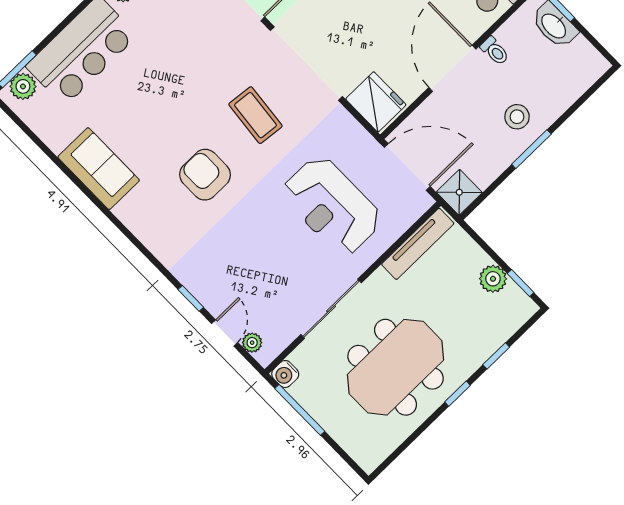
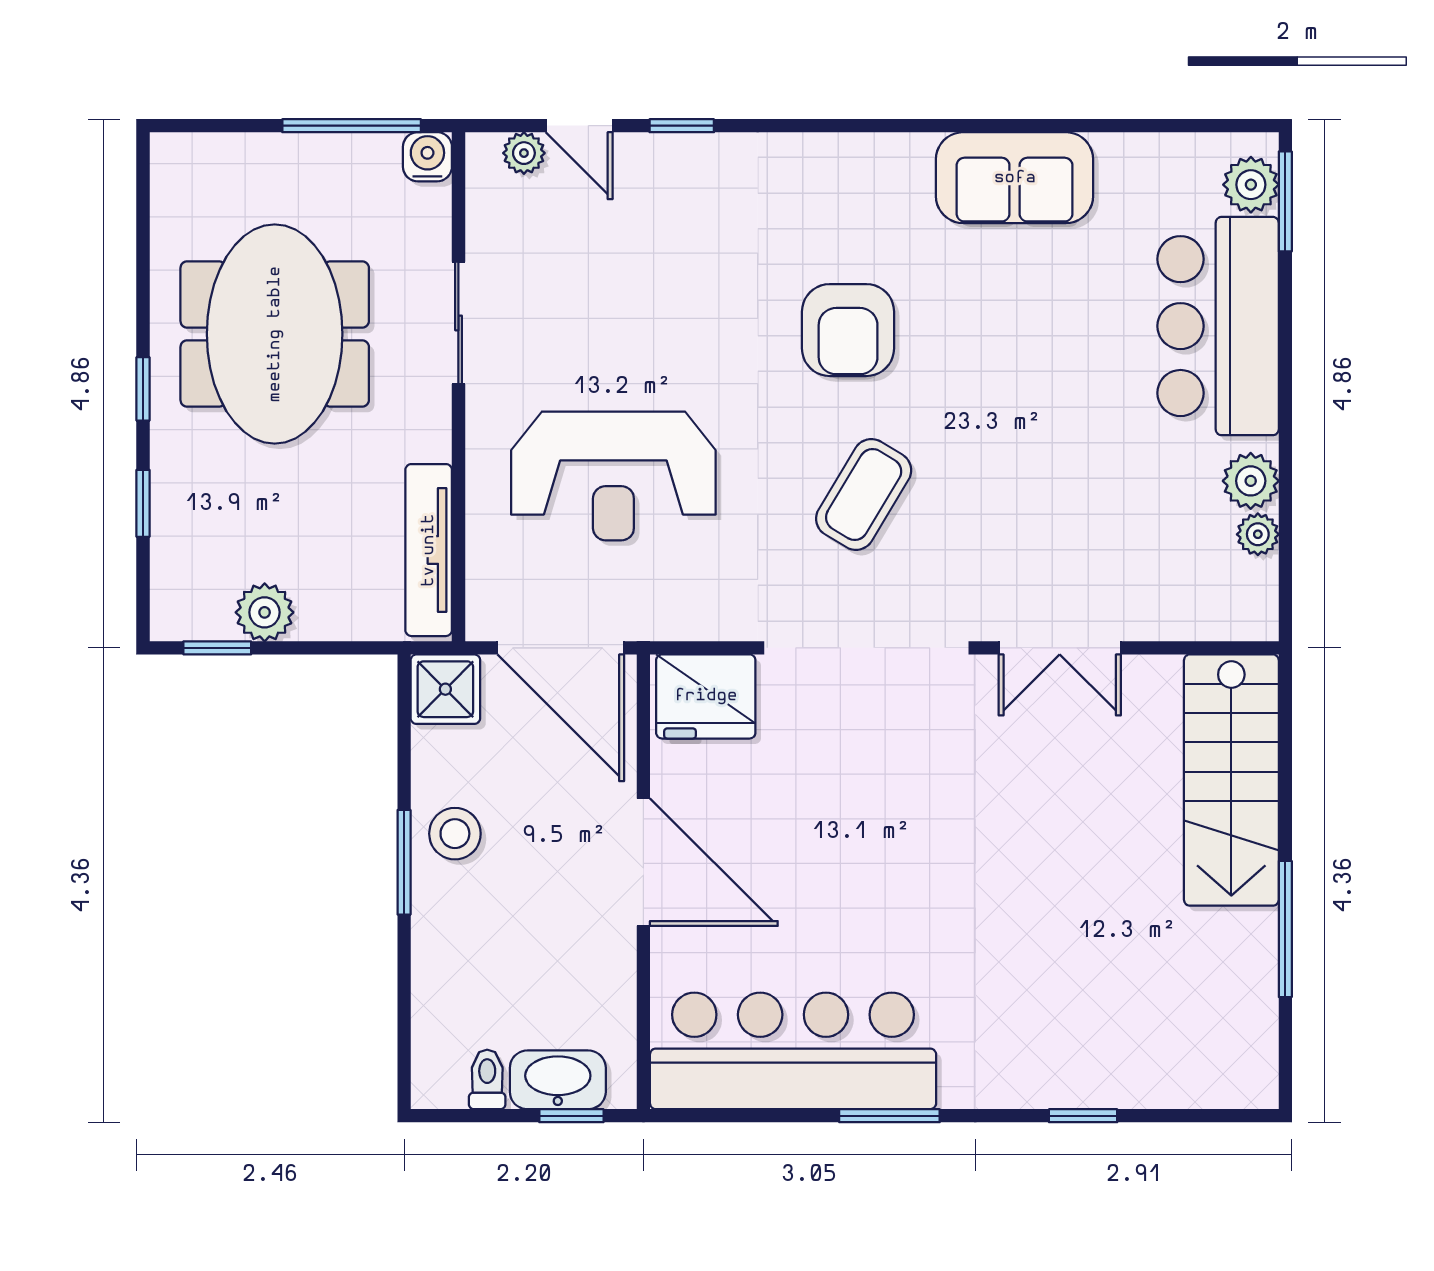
toilet: (495, 51) -> (487, 1079), moved, turned 90
coffee table: (255, 115) -> (864, 494), turned -65
stool: (517, 117) -> (455, 834), moved
door: (407, 167) -> (561, 648), hinge flipped
armchair: (205, 175) -> (848, 330), turned 90
reception desk: (332, 206) -> (613, 476), turned 180
sliding door: (331, 309) -> (458, 323), width x0.73

